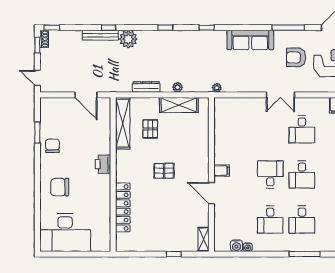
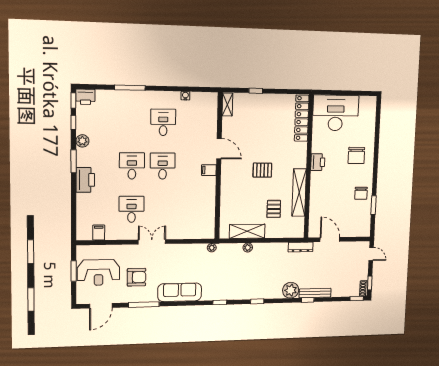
dresser: (146, 87) -> (301, 247), moved
shelving: (123, 123) -> (299, 193), moved
printer: (103, 164) -> (318, 162), moved
desk: (270, 174) -> (163, 166), turned 180
chair: (60, 187) -> (356, 155), turned 90
locker: (123, 207) -> (302, 118), moved
desk: (302, 220) -> (132, 122), removed
desk: (65, 233) -> (336, 113), moved
water cooler: (236, 246) -> (196, 97), removed

